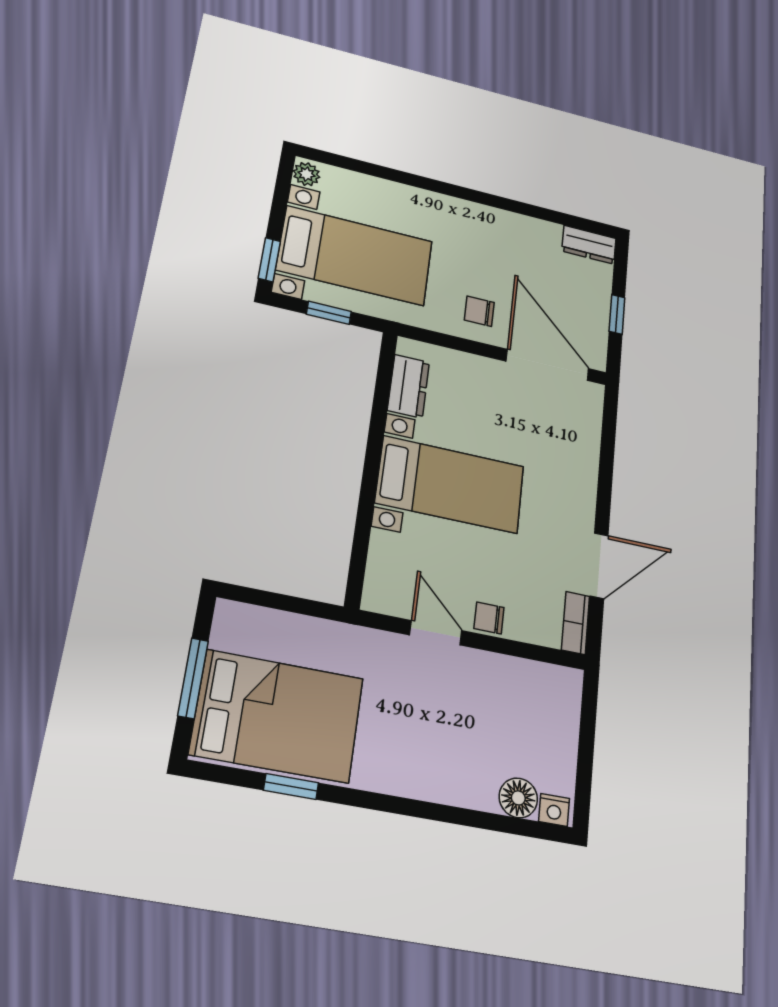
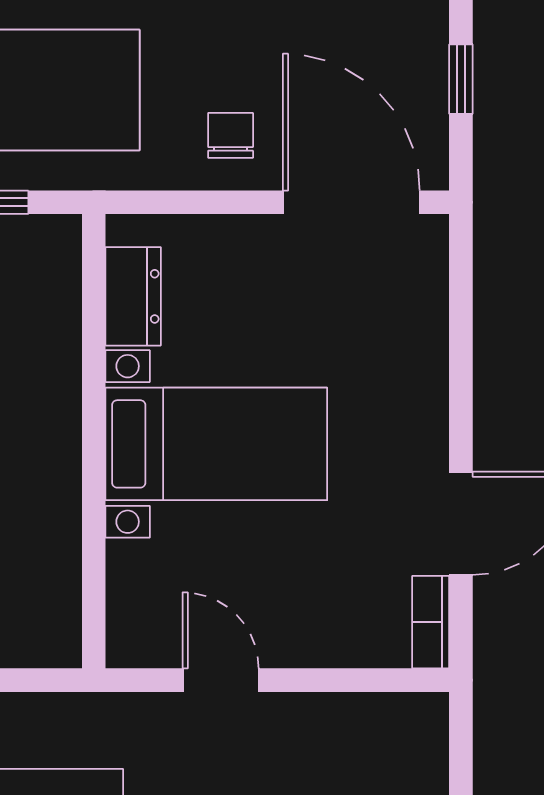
chair: (479, 311) -> (231, 135), turned 90
chair: (489, 618) -> (297, 642), removed

